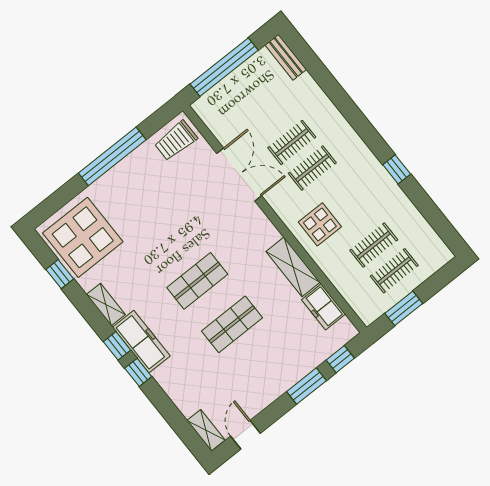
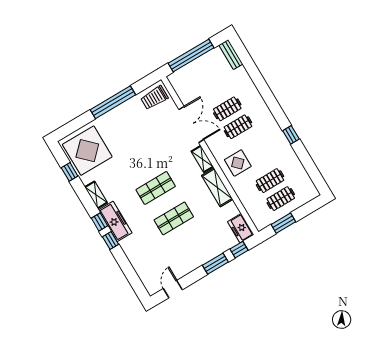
freezer: (323, 307) -> (241, 228), moved
shelving: (206, 430) -> (202, 159), moved

